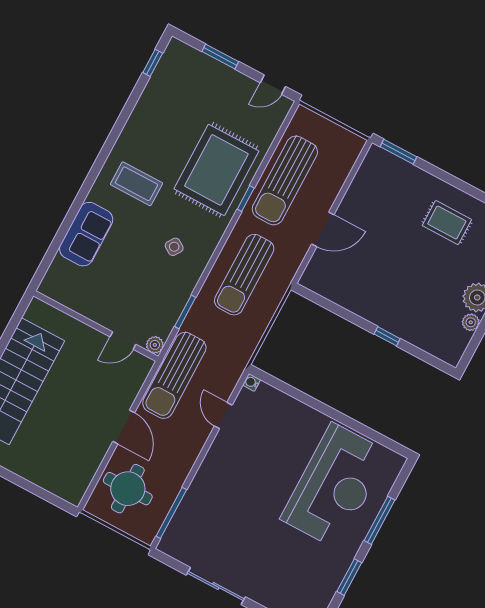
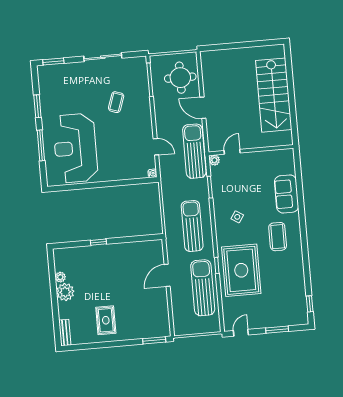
coffee table: (136, 184) -> (278, 237), turned 90
rug: (447, 223) -> (106, 320), turned 90
coffee table: (238, 512) -> (116, 102), added

